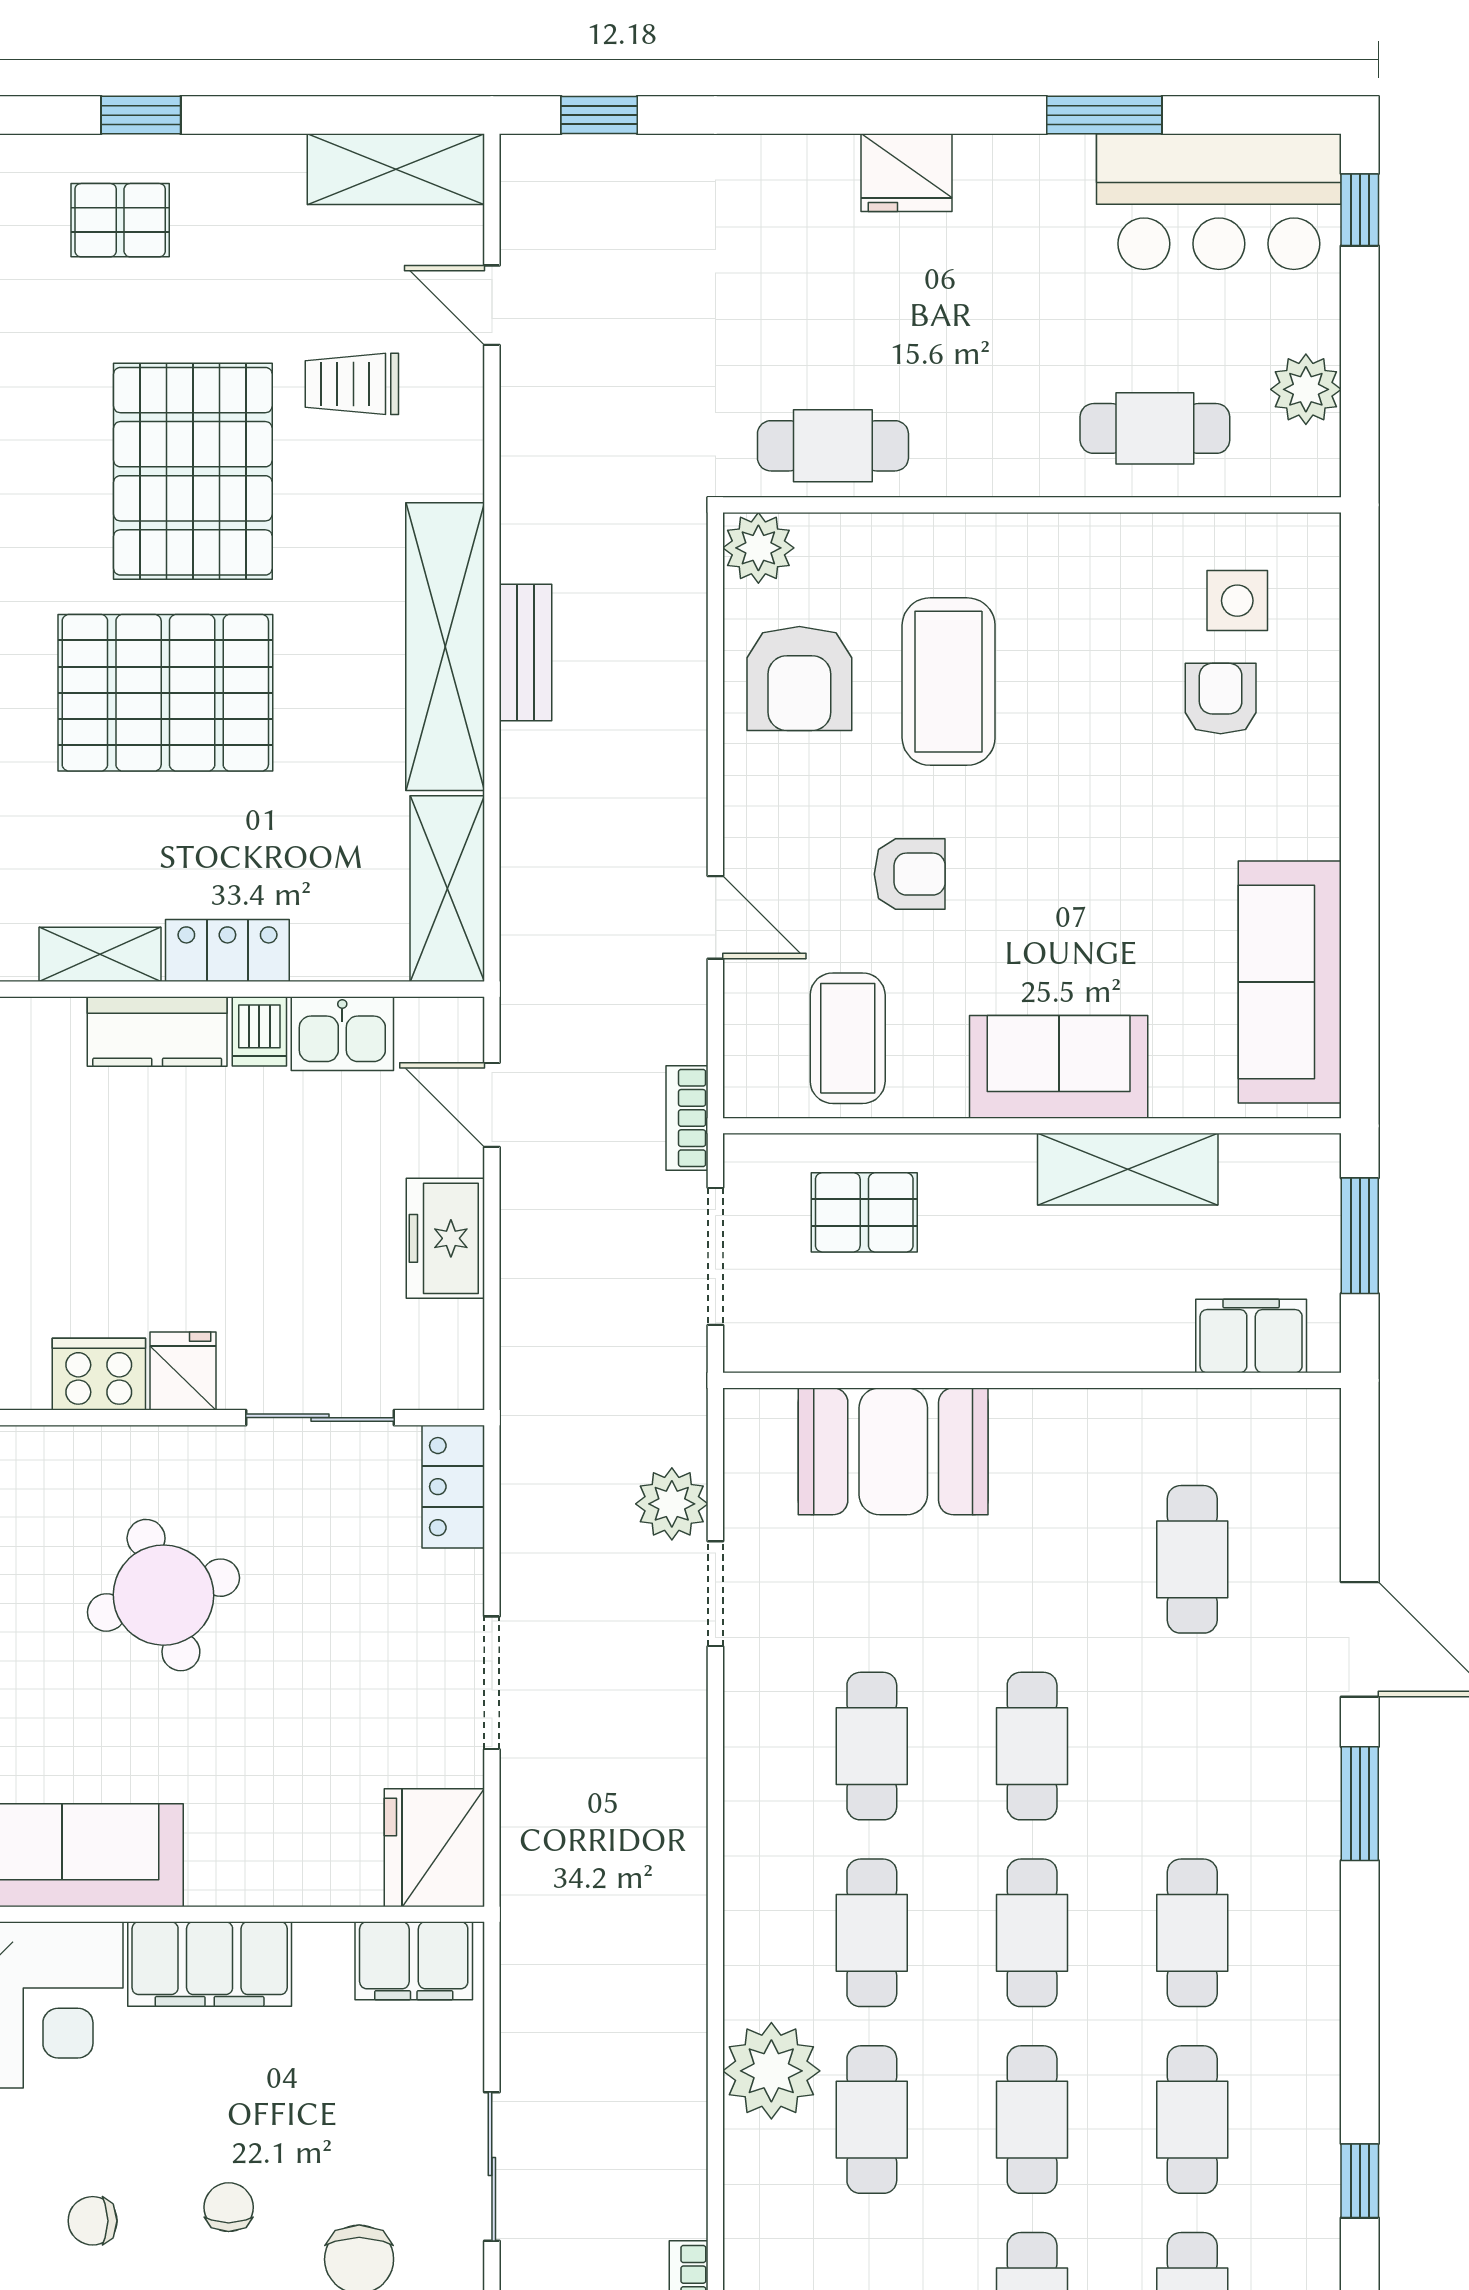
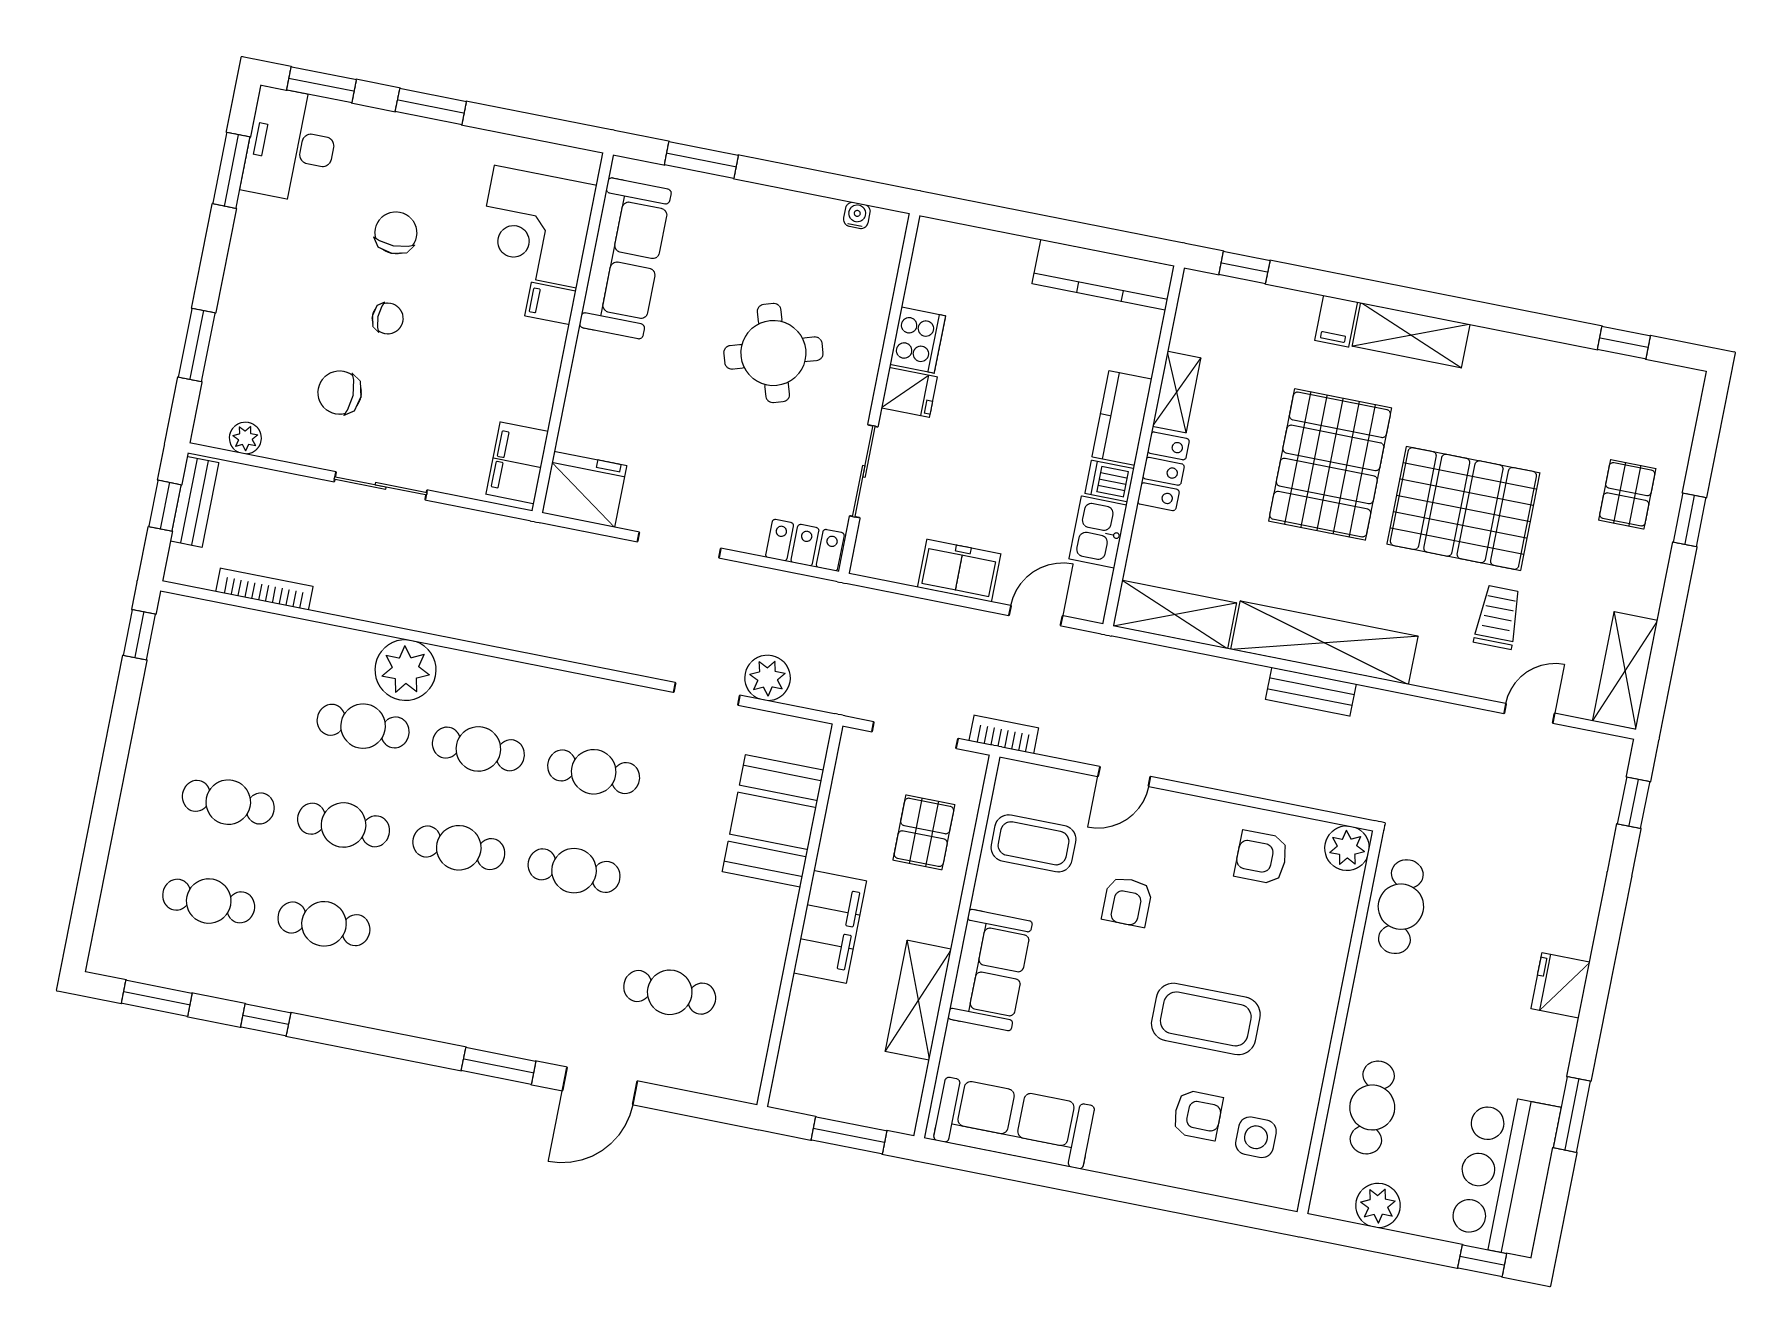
armchair: (799, 678) -> (1261, 857), width x0.72, depth x0.72
coffee table: (949, 682) -> (1206, 1019), moved
filing cabinet: (1251, 1336) -> (830, 927), moved, width x1.50, depth x1.17
cafe table: (1192, 1933) -> (439, 947), removed
filing cabinet: (210, 1964) -> (550, 303), width x0.33, depth x0.86
chair: (93, 2221) -> (396, 233), width x1.37, depth x1.37

